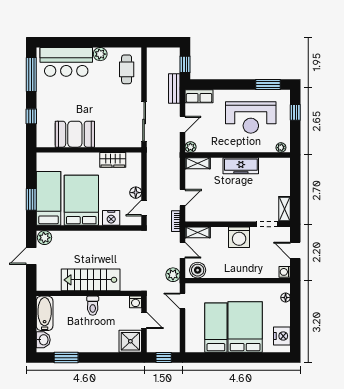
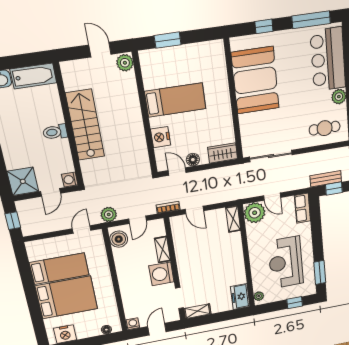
bench: (174, 89) -> (326, 179), moved
booth: (75, 134) -> (255, 80), width x1.36, depth x1.42
plant: (190, 147) -> (255, 213), width x1.88, depth x1.88
wardrobe: (113, 160) -> (223, 153), moved, turned 90
freezer: (241, 166) -> (240, 297), moved, width x0.71
bed: (49, 198) -> (172, 61), removed
bed: (81, 200) -> (175, 100), width x0.67
shelving: (198, 232) -> (163, 250), moved

